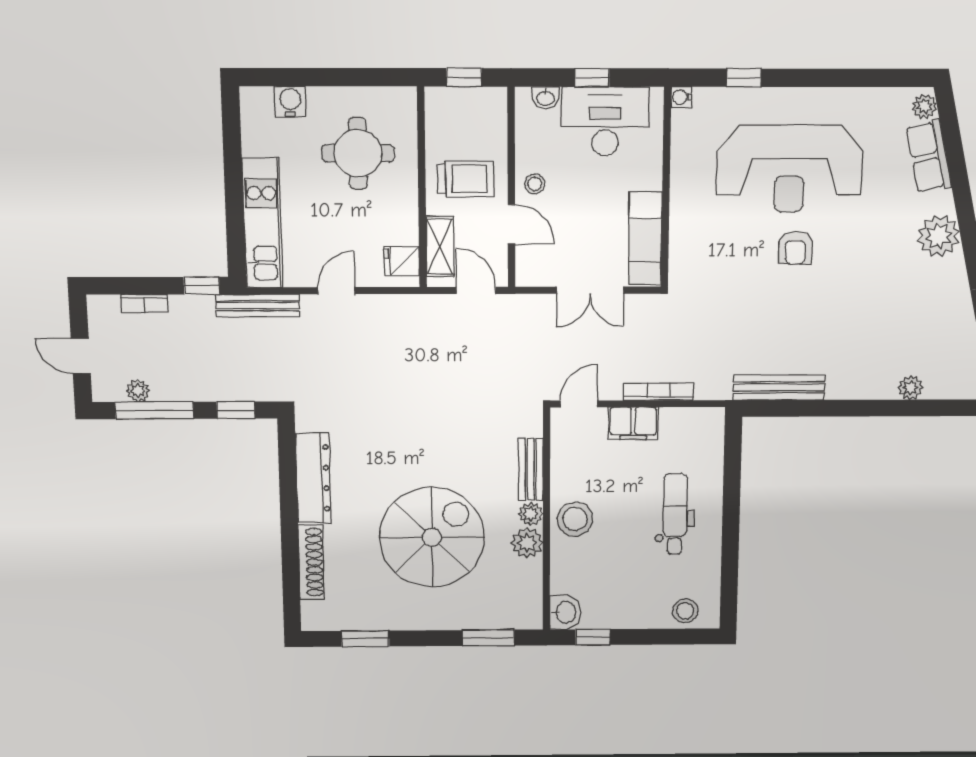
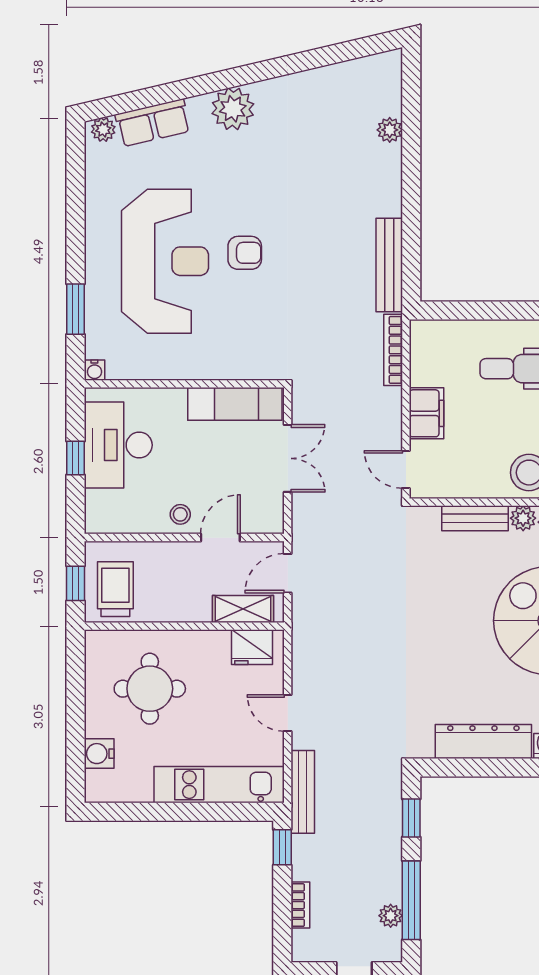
window: (744, 78) -> (75, 309), width x1.50
washbasin: (545, 98) -> (95, 504), removed
trolley: (465, 179) -> (115, 589), moved
fridge: (402, 261) -> (252, 647), width x1.38
bookcase: (659, 392) -> (393, 350), moved

